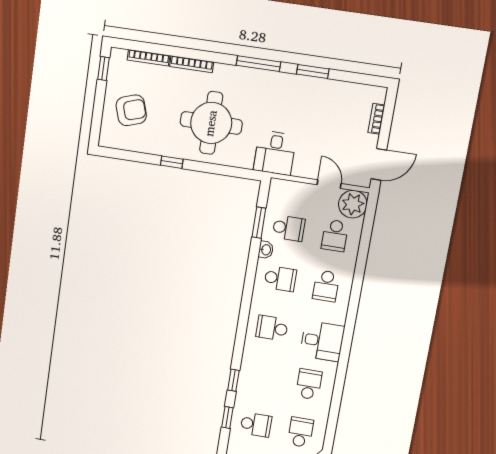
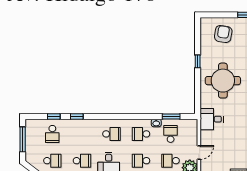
armchair: (131, 110) -> (223, 34), turned -153
school desk: (289, 228) -> (171, 134), turned 180
school desk: (280, 279) -> (141, 134), turned 90
school desk: (272, 328) -> (111, 134), turned 90

